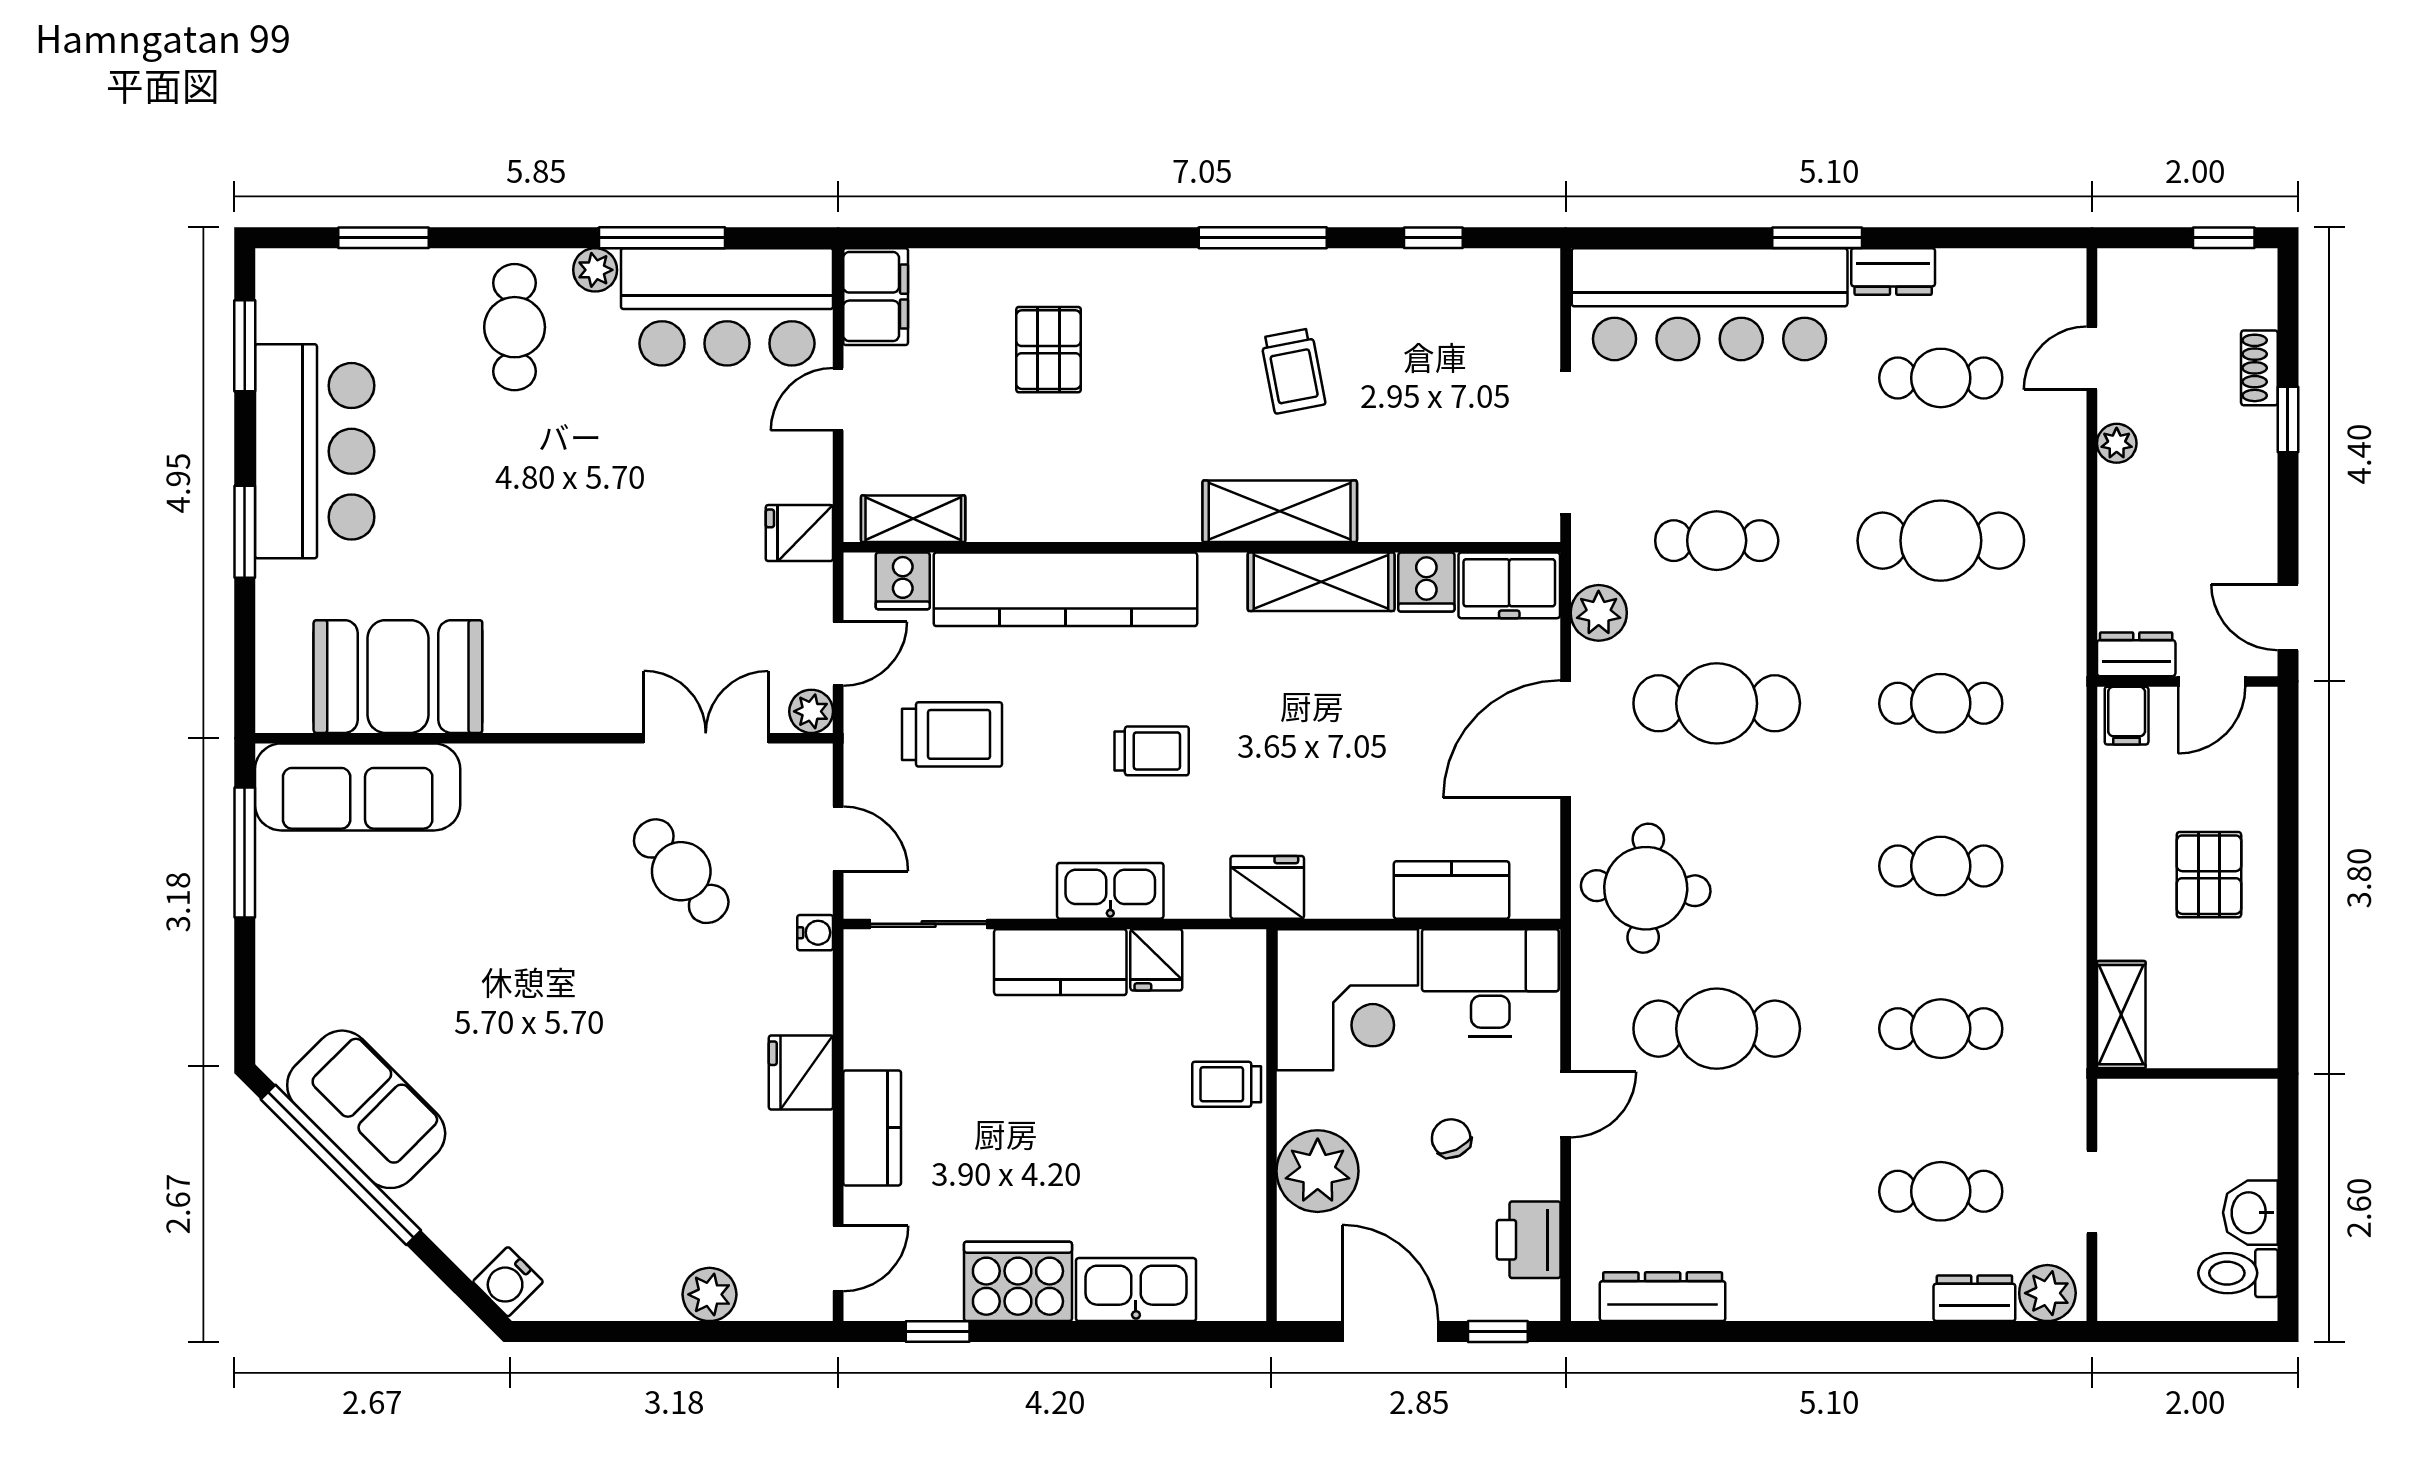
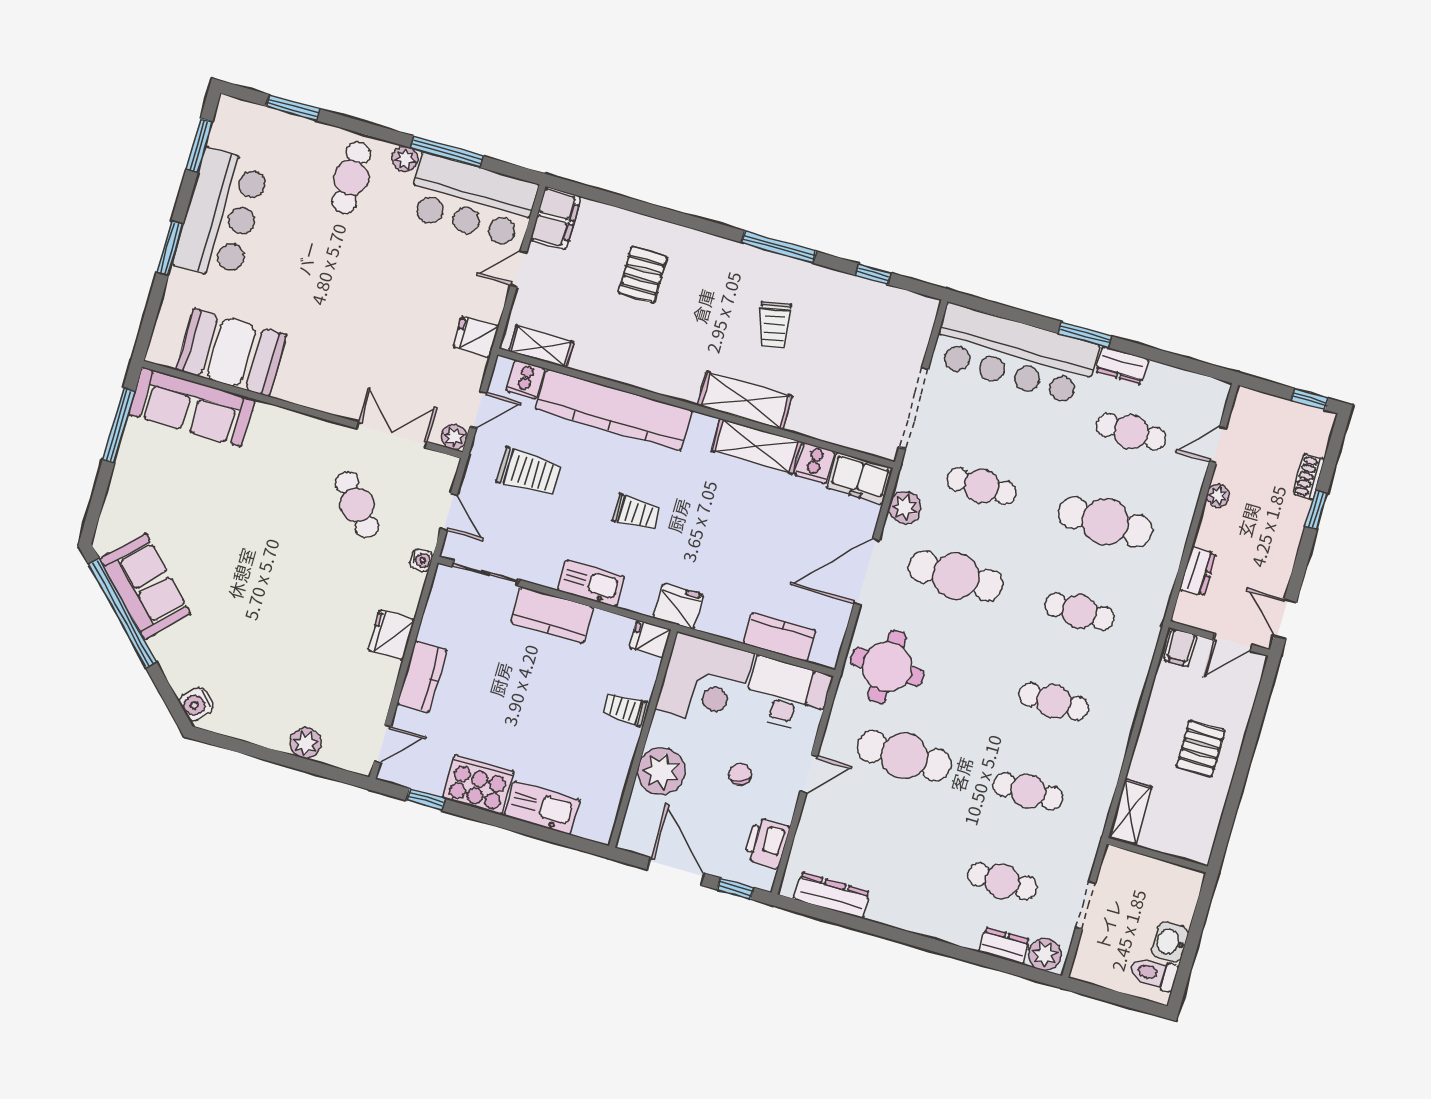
dresser: (2136, 654) -> (1198, 571), moved, turned 90
fridge: (1156, 960) -> (650, 639), moved, turned 90

